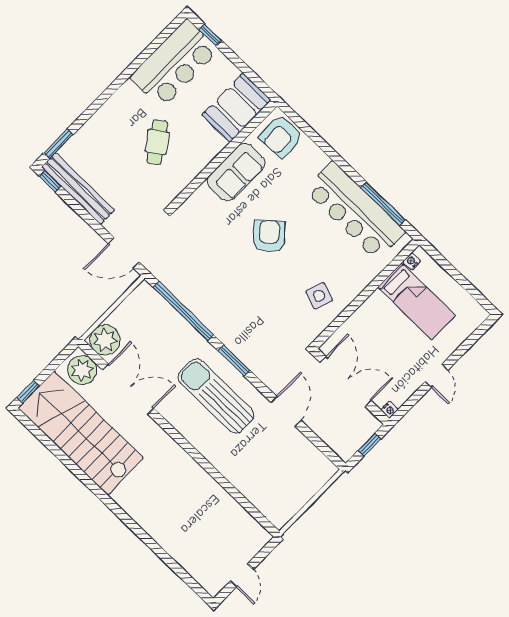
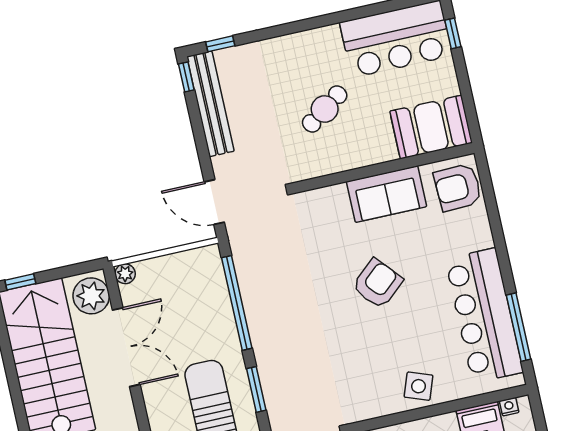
window: (58, 144) -> (220, 44), width x0.67
side table: (319, 296) -> (419, 386), moved
plant: (105, 340) -> (125, 274), width x0.53, depth x0.53

